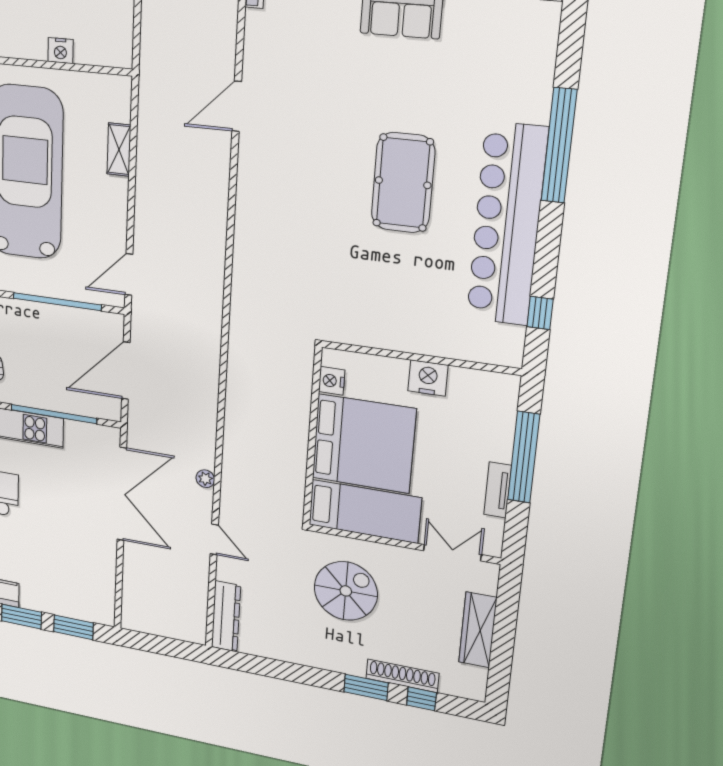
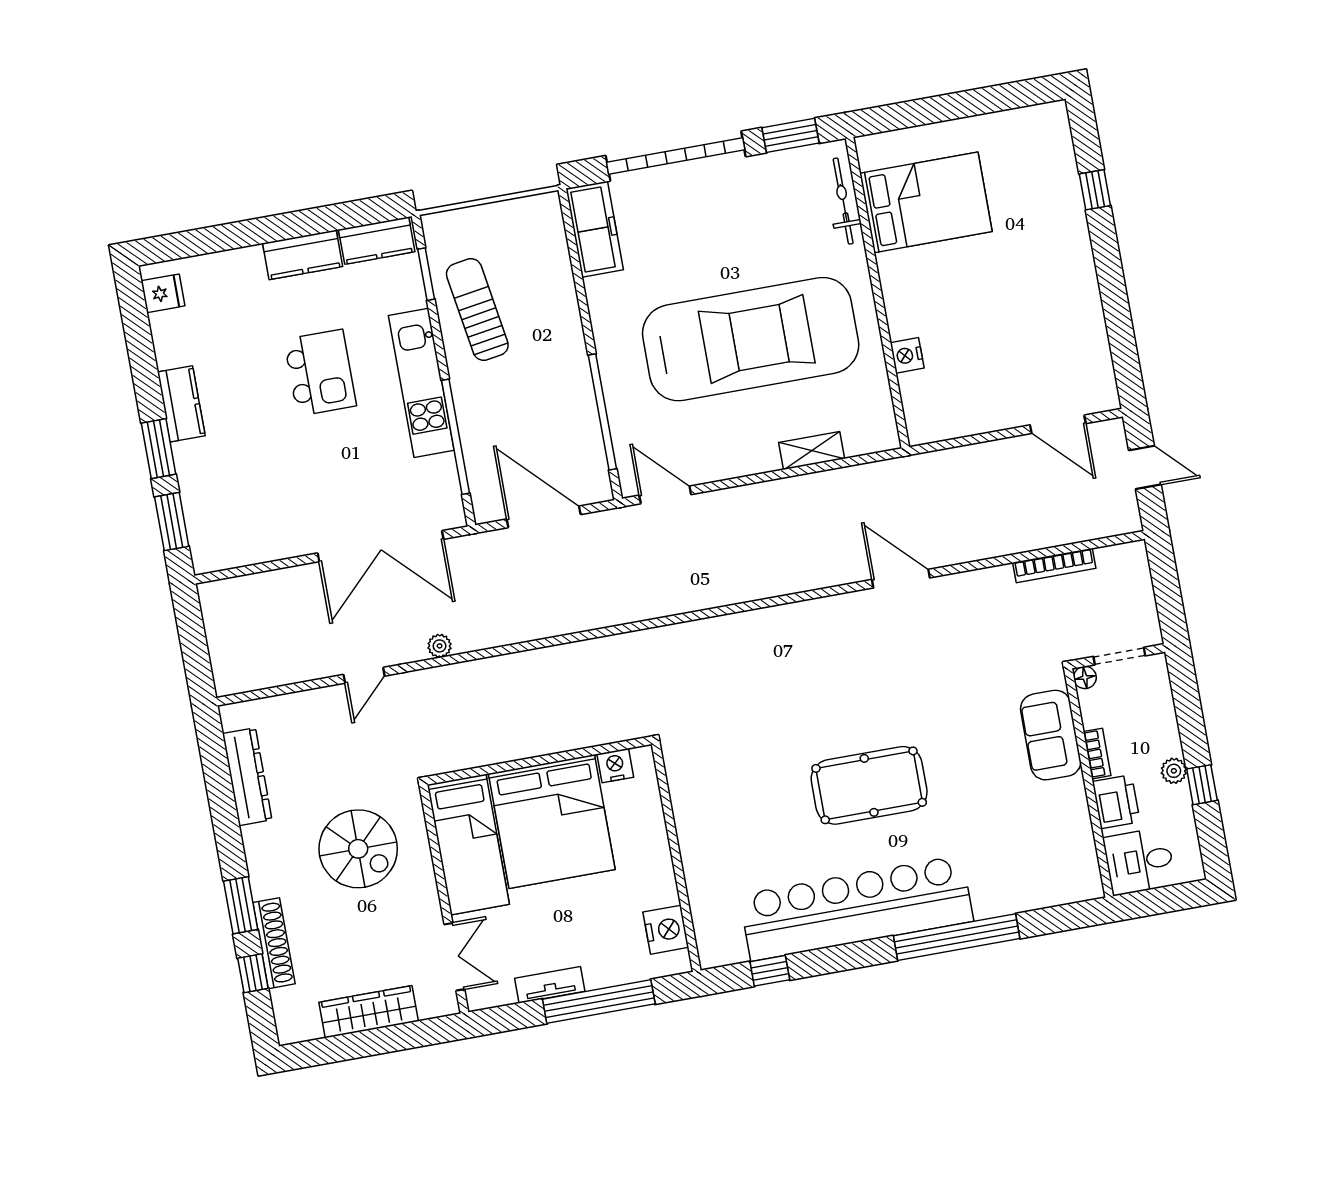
nightstand: (428, 378) -> (666, 930), moved
dresser: (226, 616) -> (247, 777), moved, turned -90

